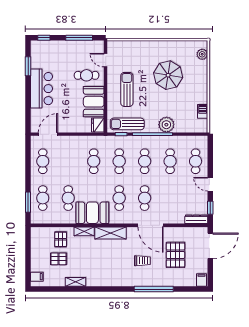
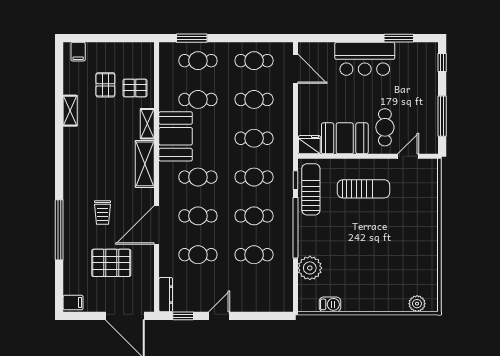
parasol: (168, 75) -> (385, 252), removed
plant: (166, 125) -> (310, 268), moved
cafe table: (68, 161) -> (254, 99), added
cafe table: (196, 161) -> (198, 255), moved

